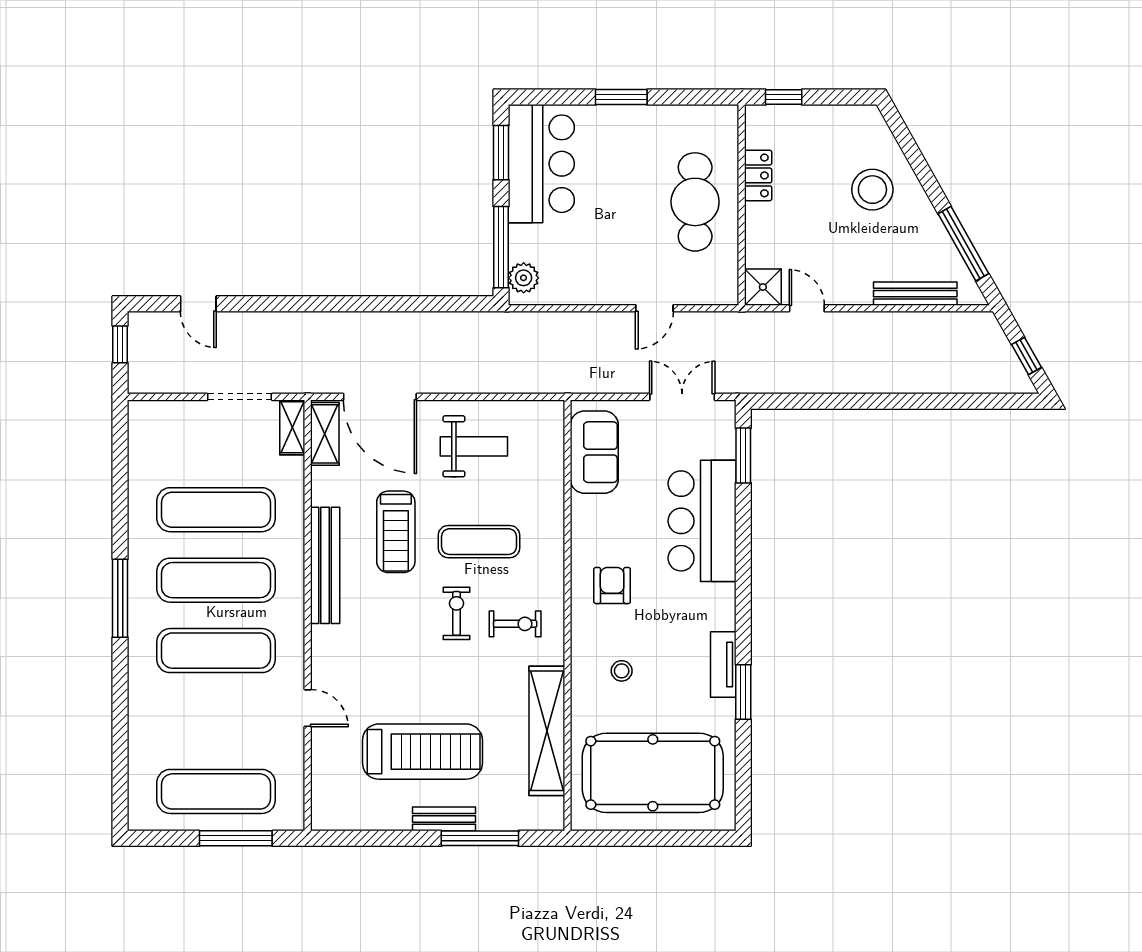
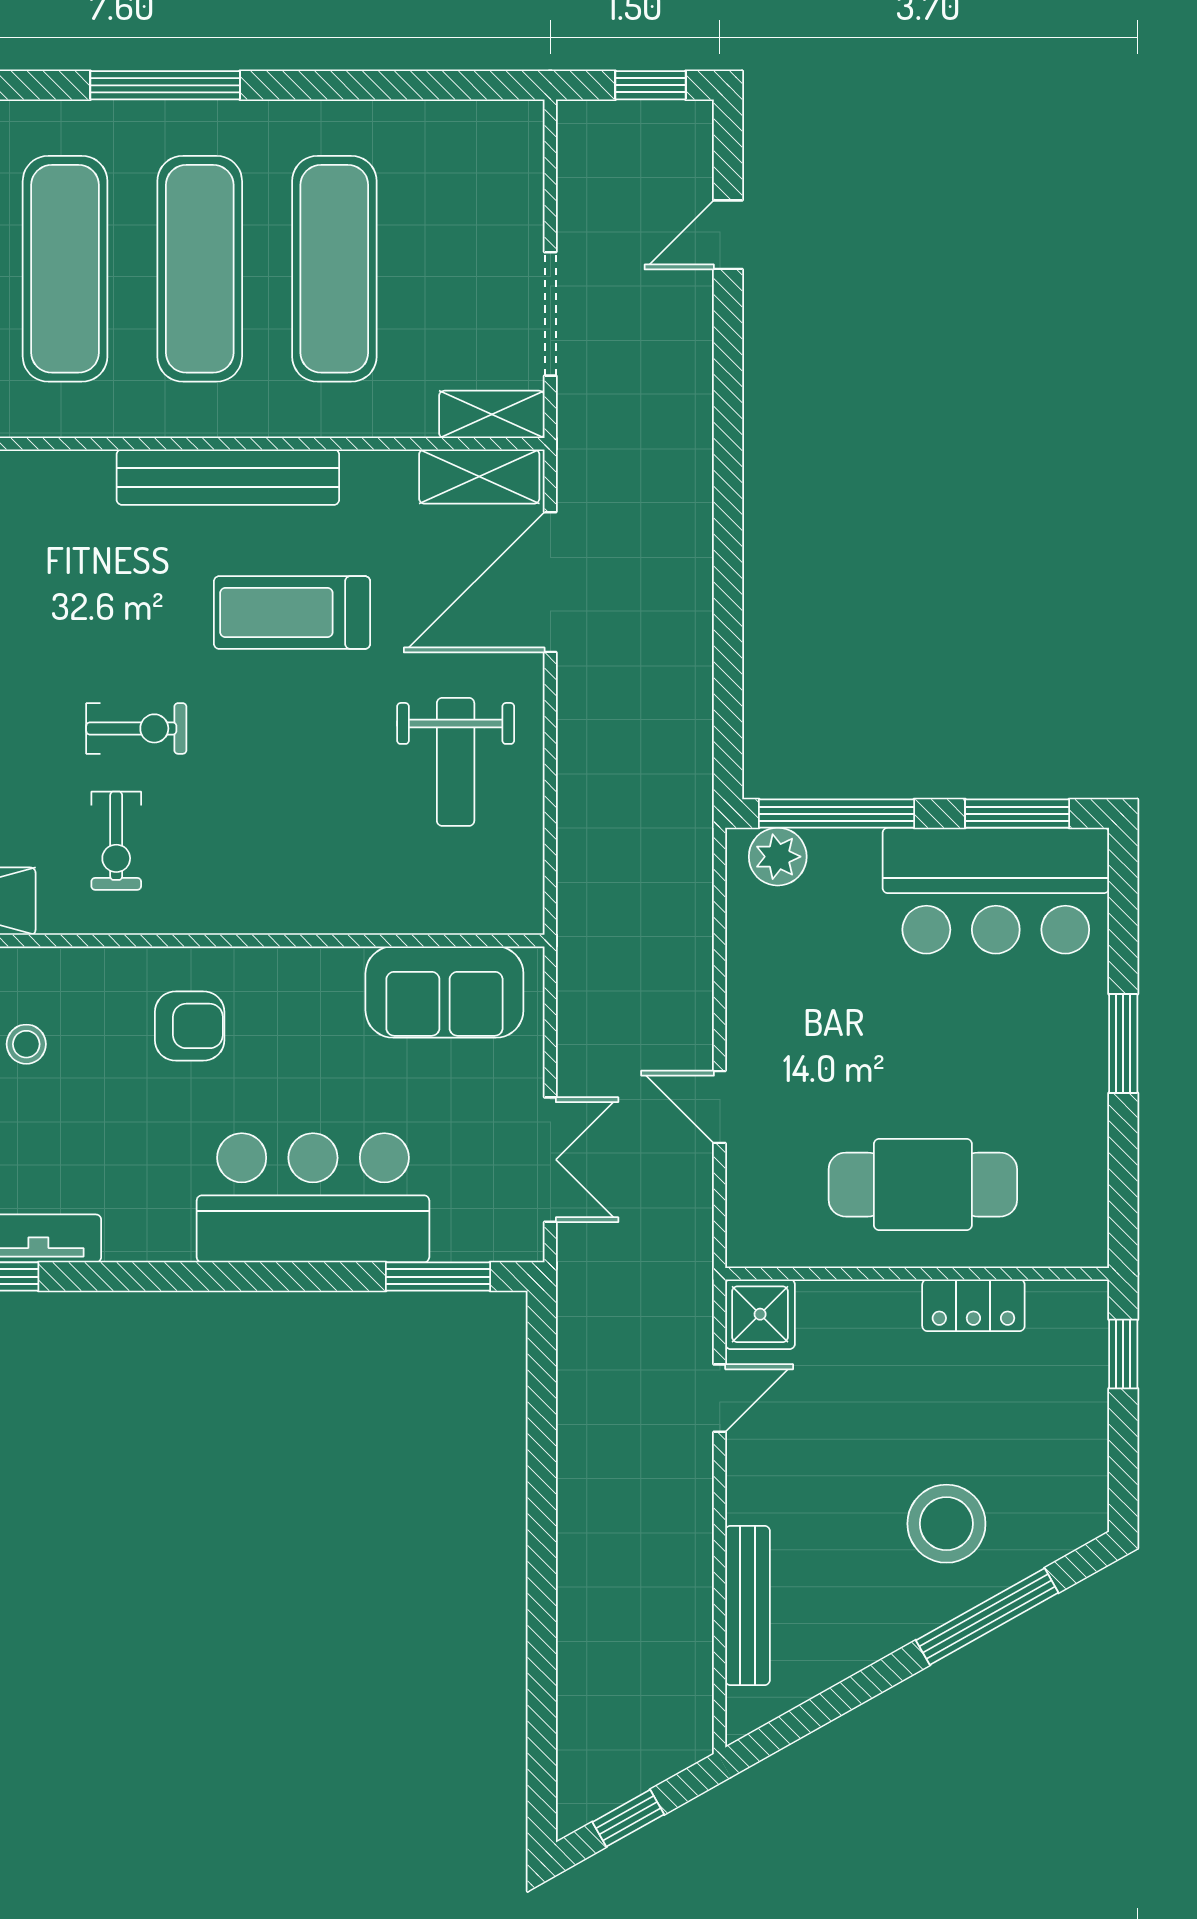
window: (963, 244) -> (987, 1617), moved
exercise mat: (479, 542) -> (273, 771), removed

